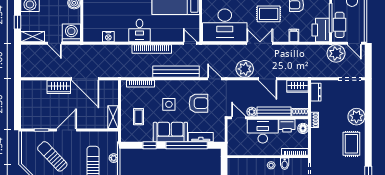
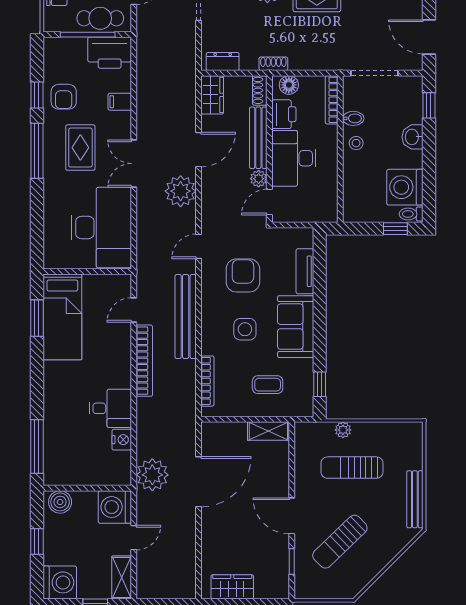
desk: (139, 31) -> (111, 408), moved
door: (190, 43) -> (134, 310), moved
plant: (336, 53) -> (152, 475), moved
wardrobe: (59, 87) -> (232, 587), moved, turned -90
window: (150, 145) -> (320, 384), moved
window: (187, 145) -> (320, 297), removed

